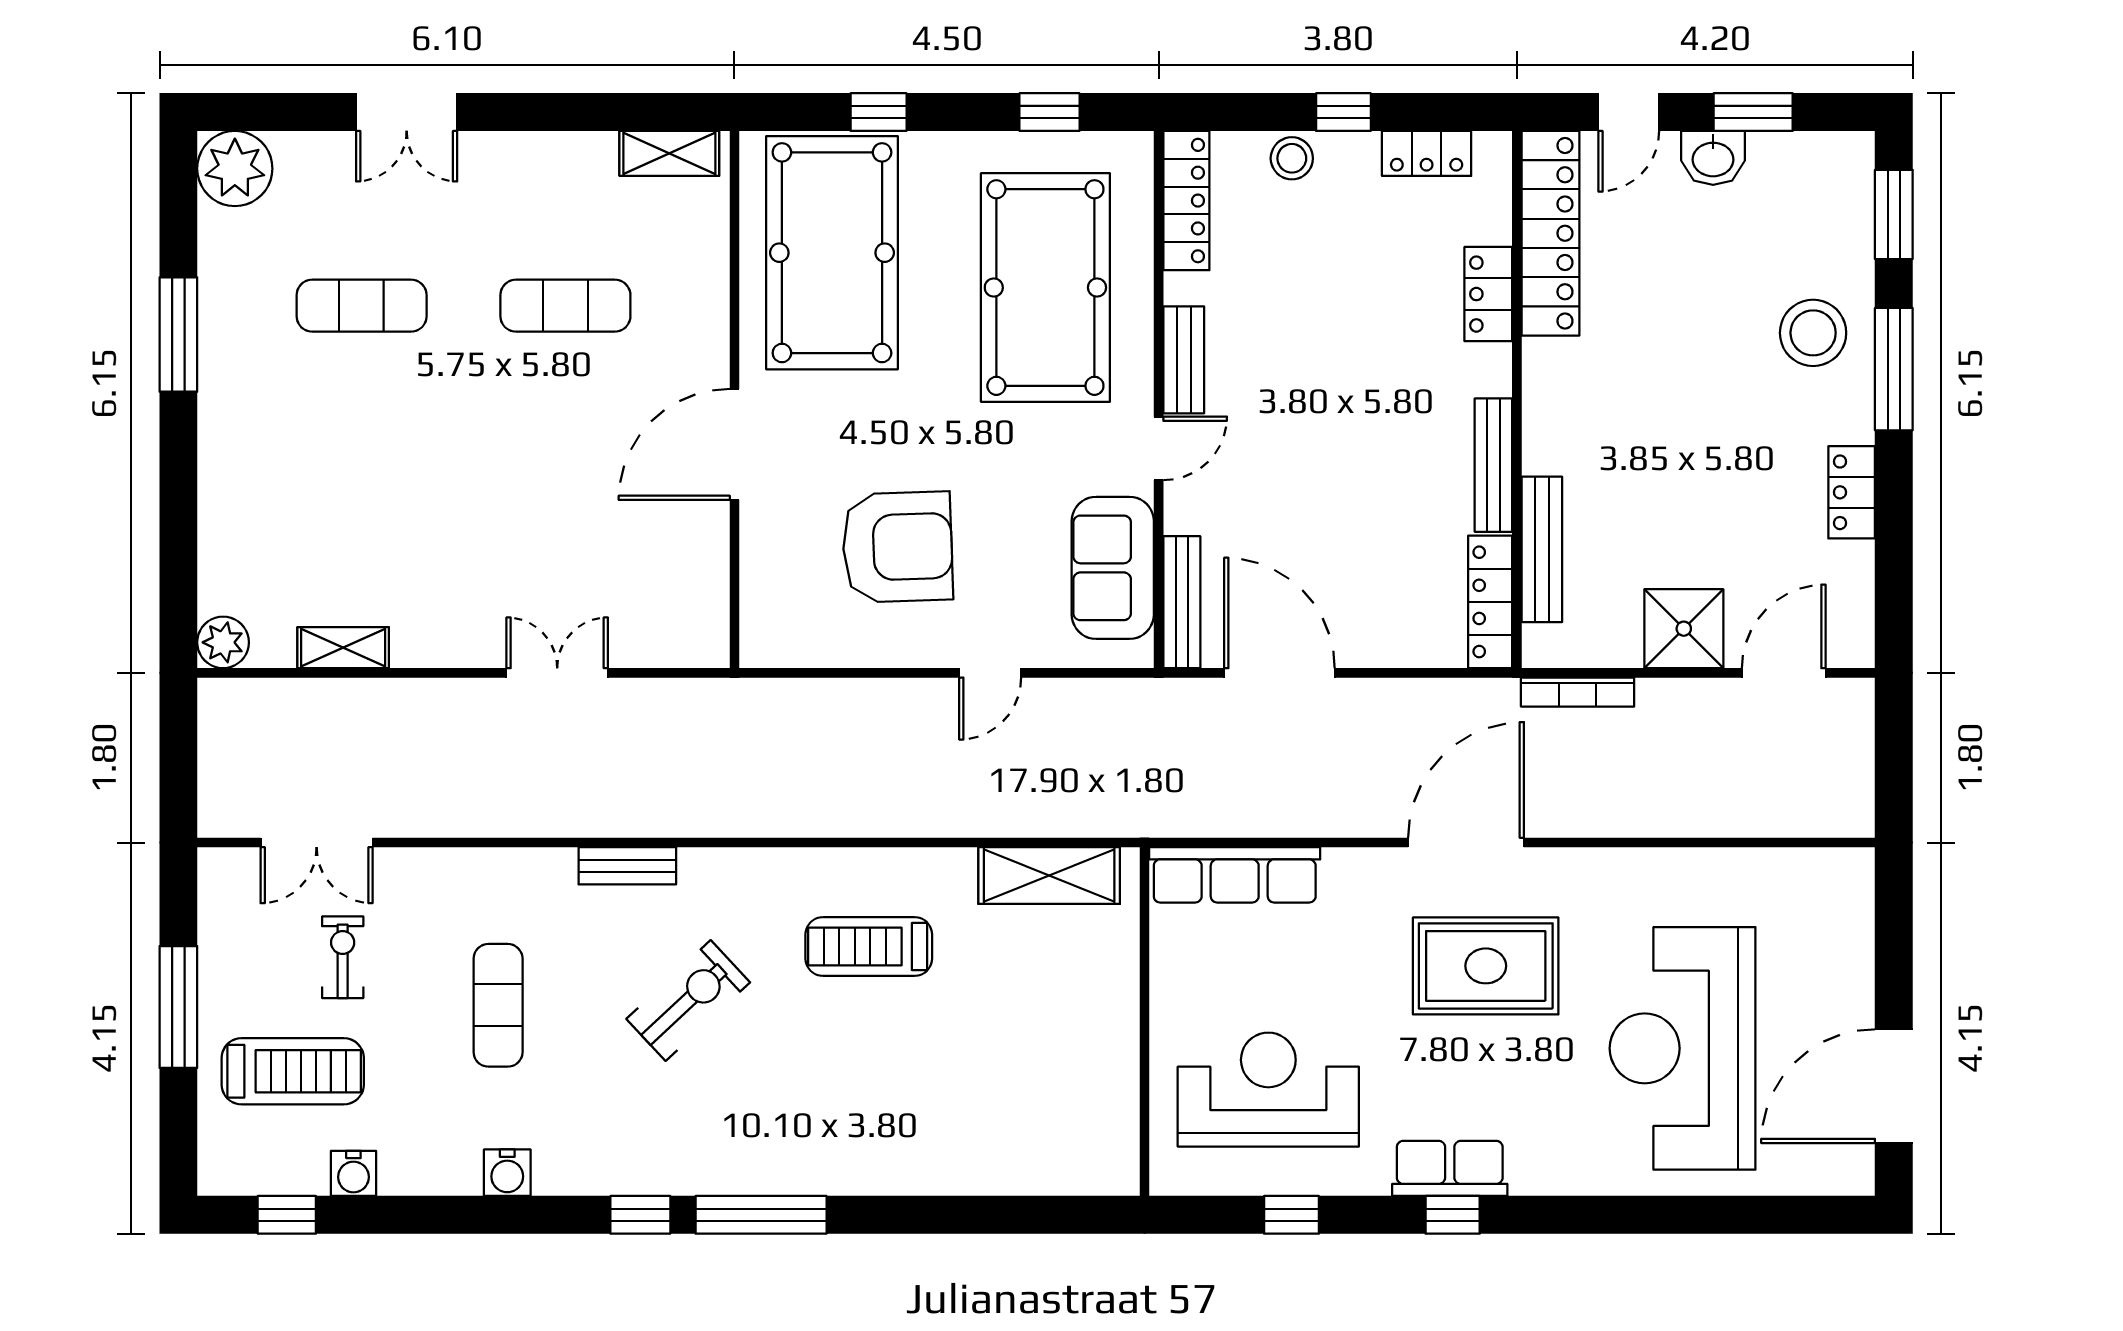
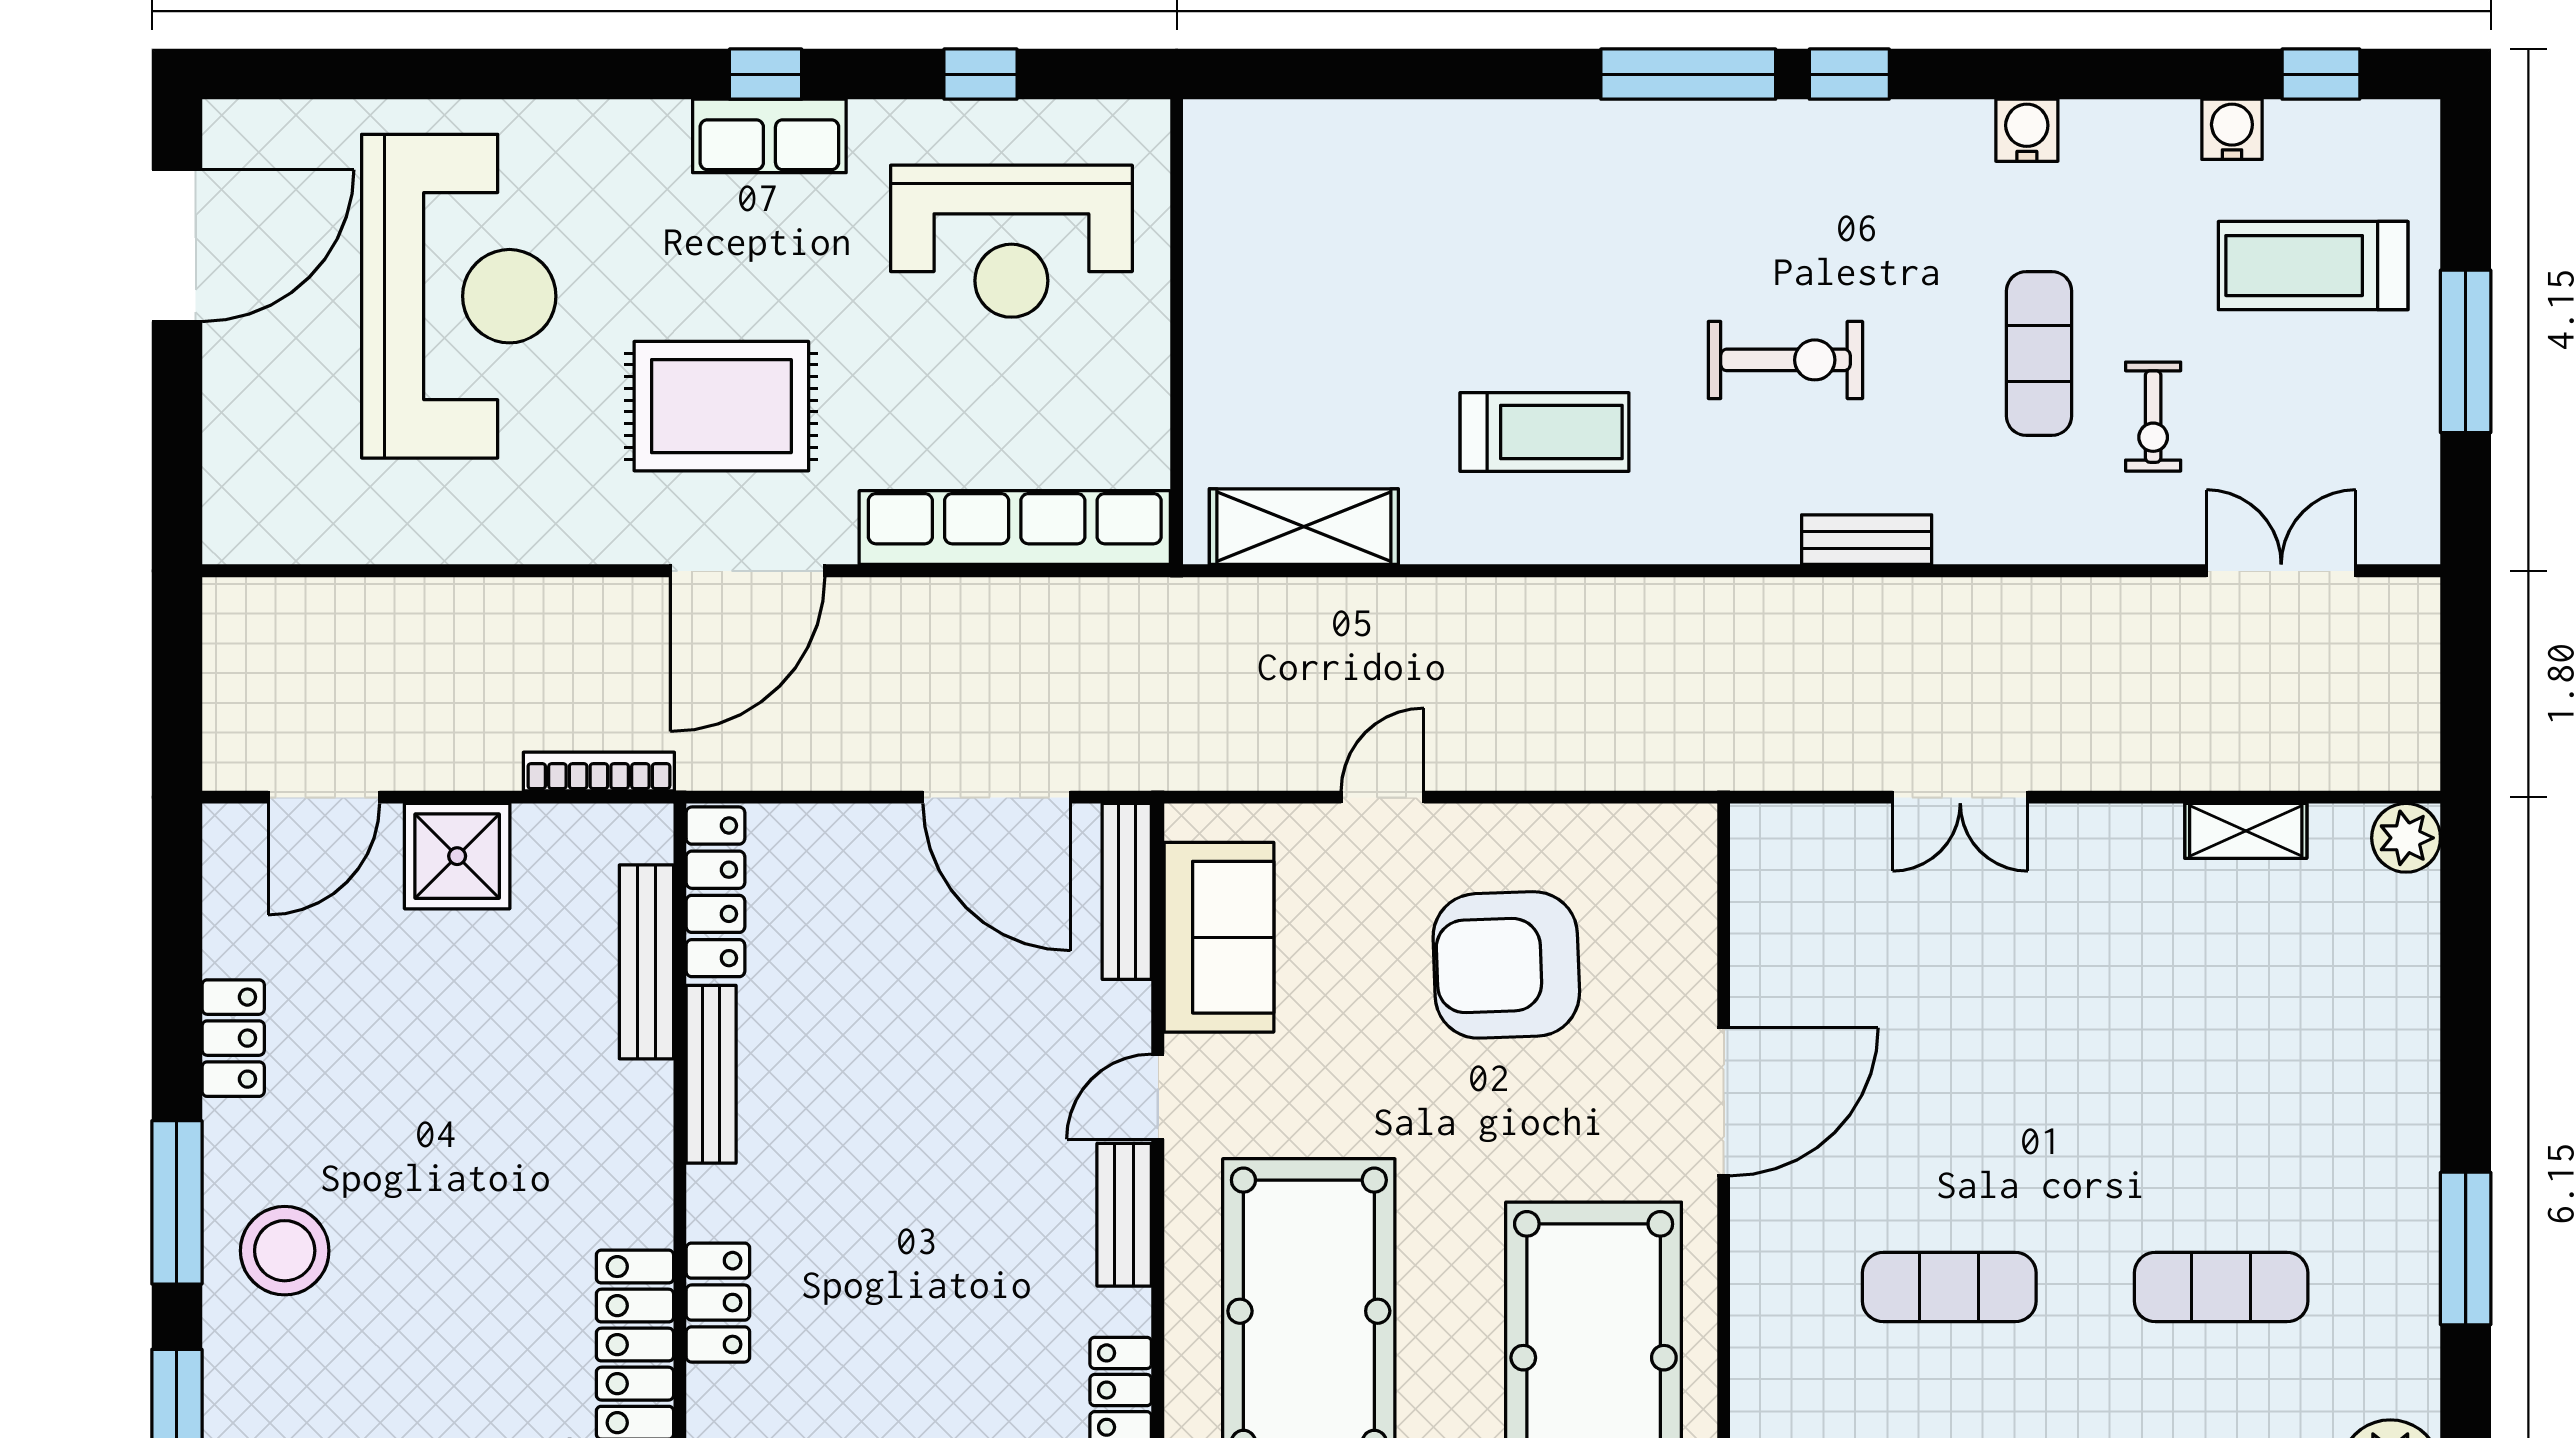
row of seats: (1235, 875) -> (1015, 528), width x1.36
exercise bike: (343, 957) -> (2153, 417), moved
exercise bike: (688, 1001) -> (1785, 360), turned -137

